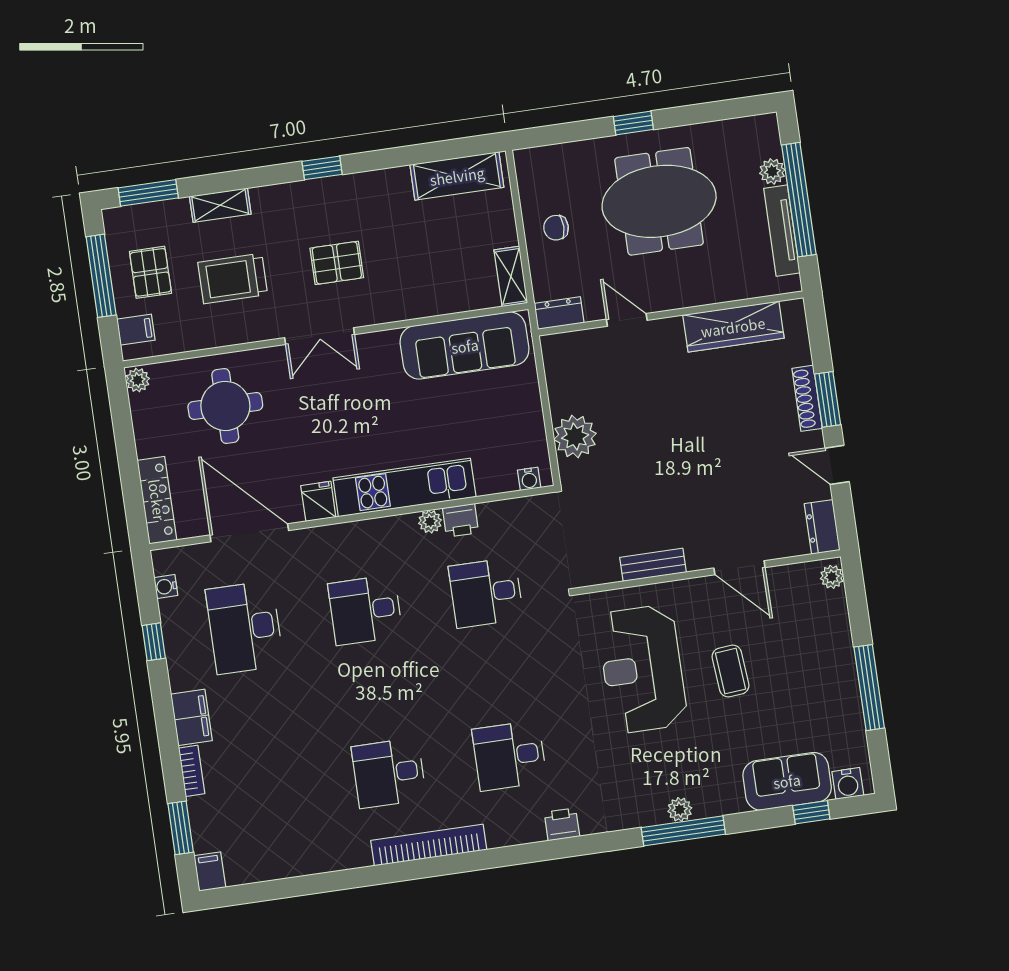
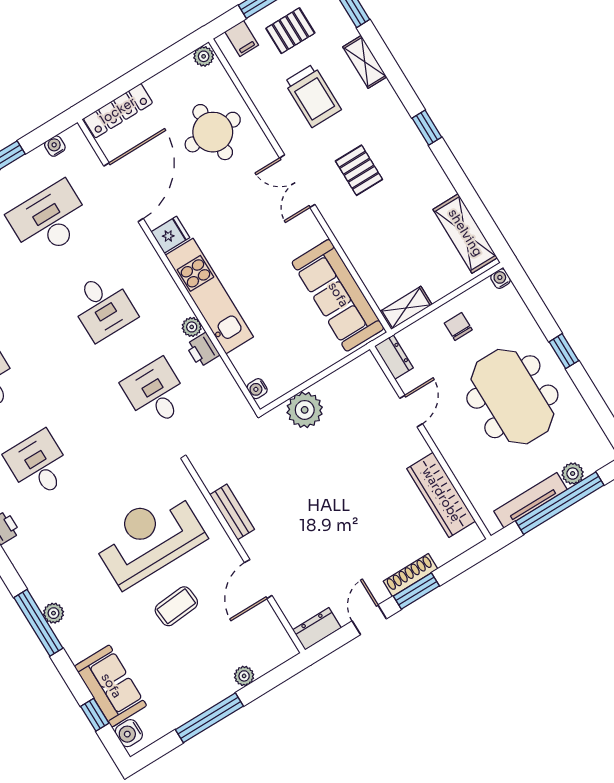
water cooler: (523, 158) -> (500, 279), added
trolley: (233, 279) -> (313, 96), turned 180
plant: (832, 577) -> (244, 676), moved
desk: (365, 610) -> (103, 306), turned 180

